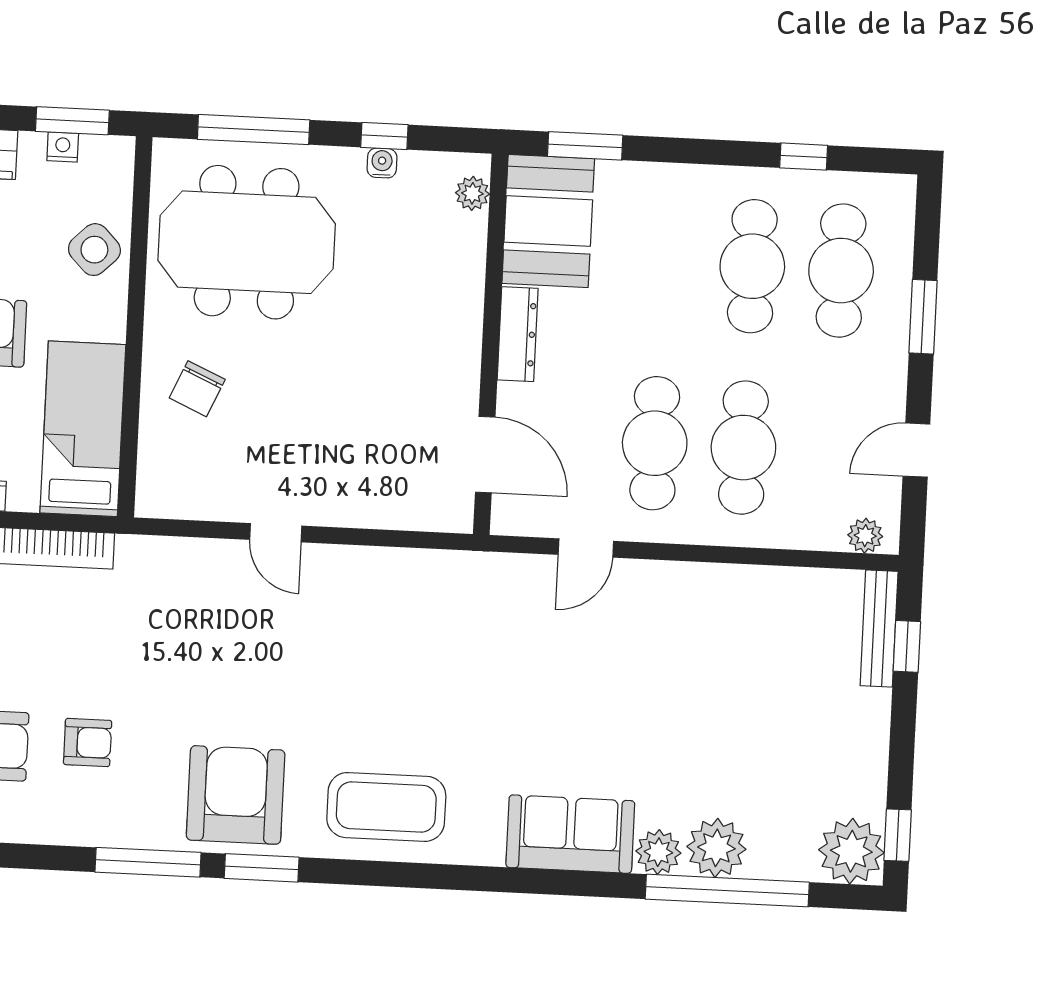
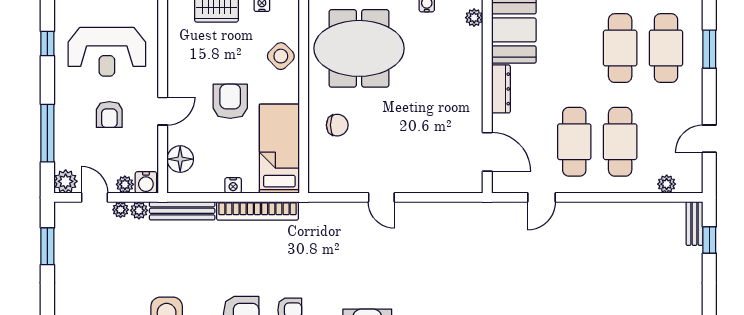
window: (923, 317) -> (709, 49), moved
chair: (197, 389) -> (337, 125), turned -114
plant: (865, 536) -> (667, 184), moved
bench: (879, 629) -> (695, 224), width x0.73

